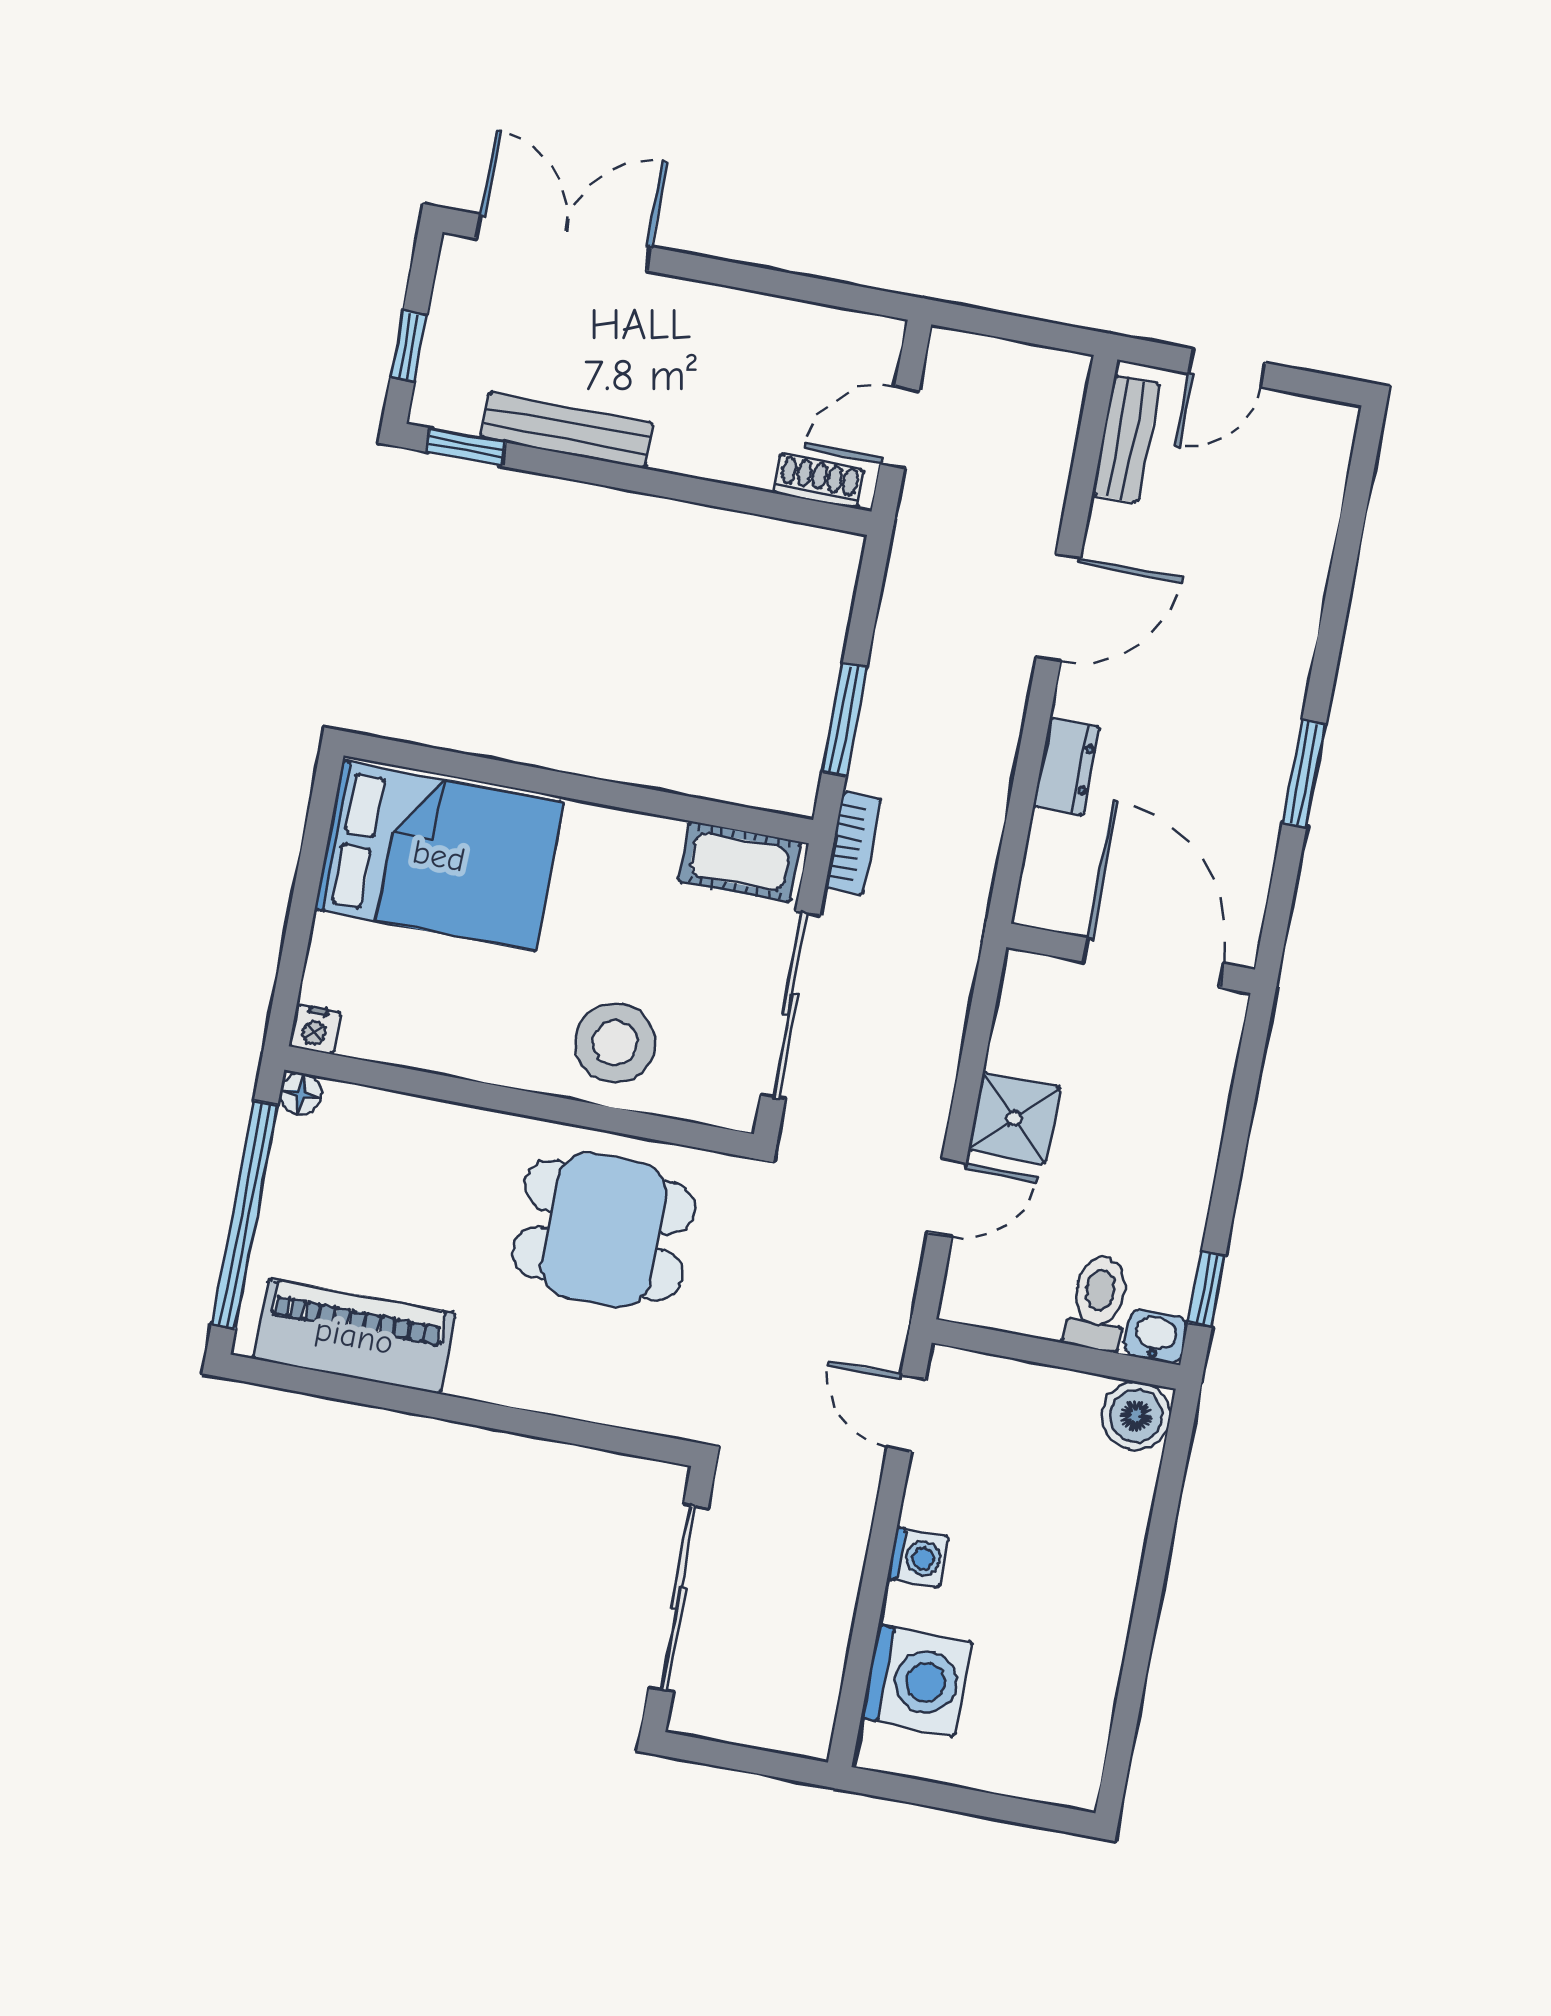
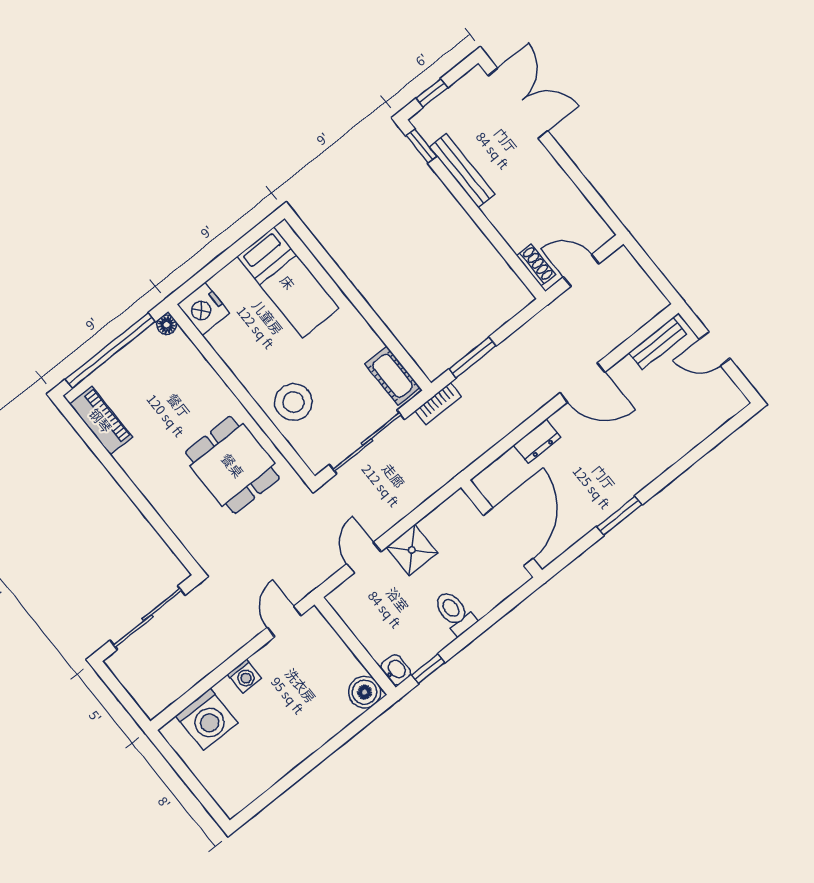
bed: (439, 856) -> (288, 282), width x0.67
nightstand: (315, 1029) -> (203, 309), width x1.89, depth x1.79
door: (947, 1198) -> (364, 558), swing flipped
toilet: (1098, 1302) -> (455, 613), moved, turned -90
piano: (354, 1336) -> (101, 420), width x0.73, depth x0.75

